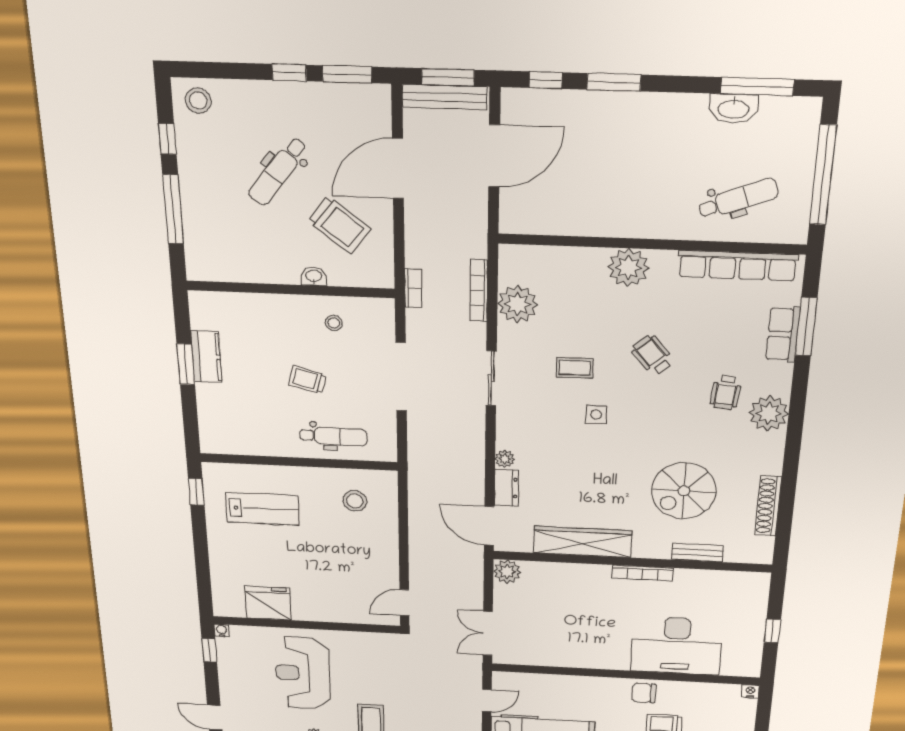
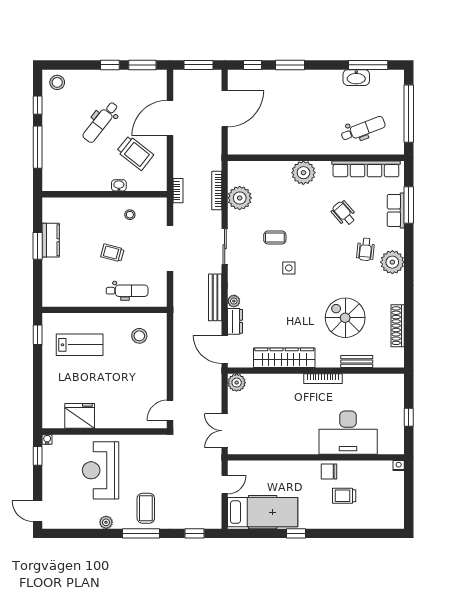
bench: (444, 97) -> (215, 297), moved, turned 90
wheelchair: (653, 355) -> (344, 213), moved
spiral stairs: (684, 491) -> (345, 318), turned 90

